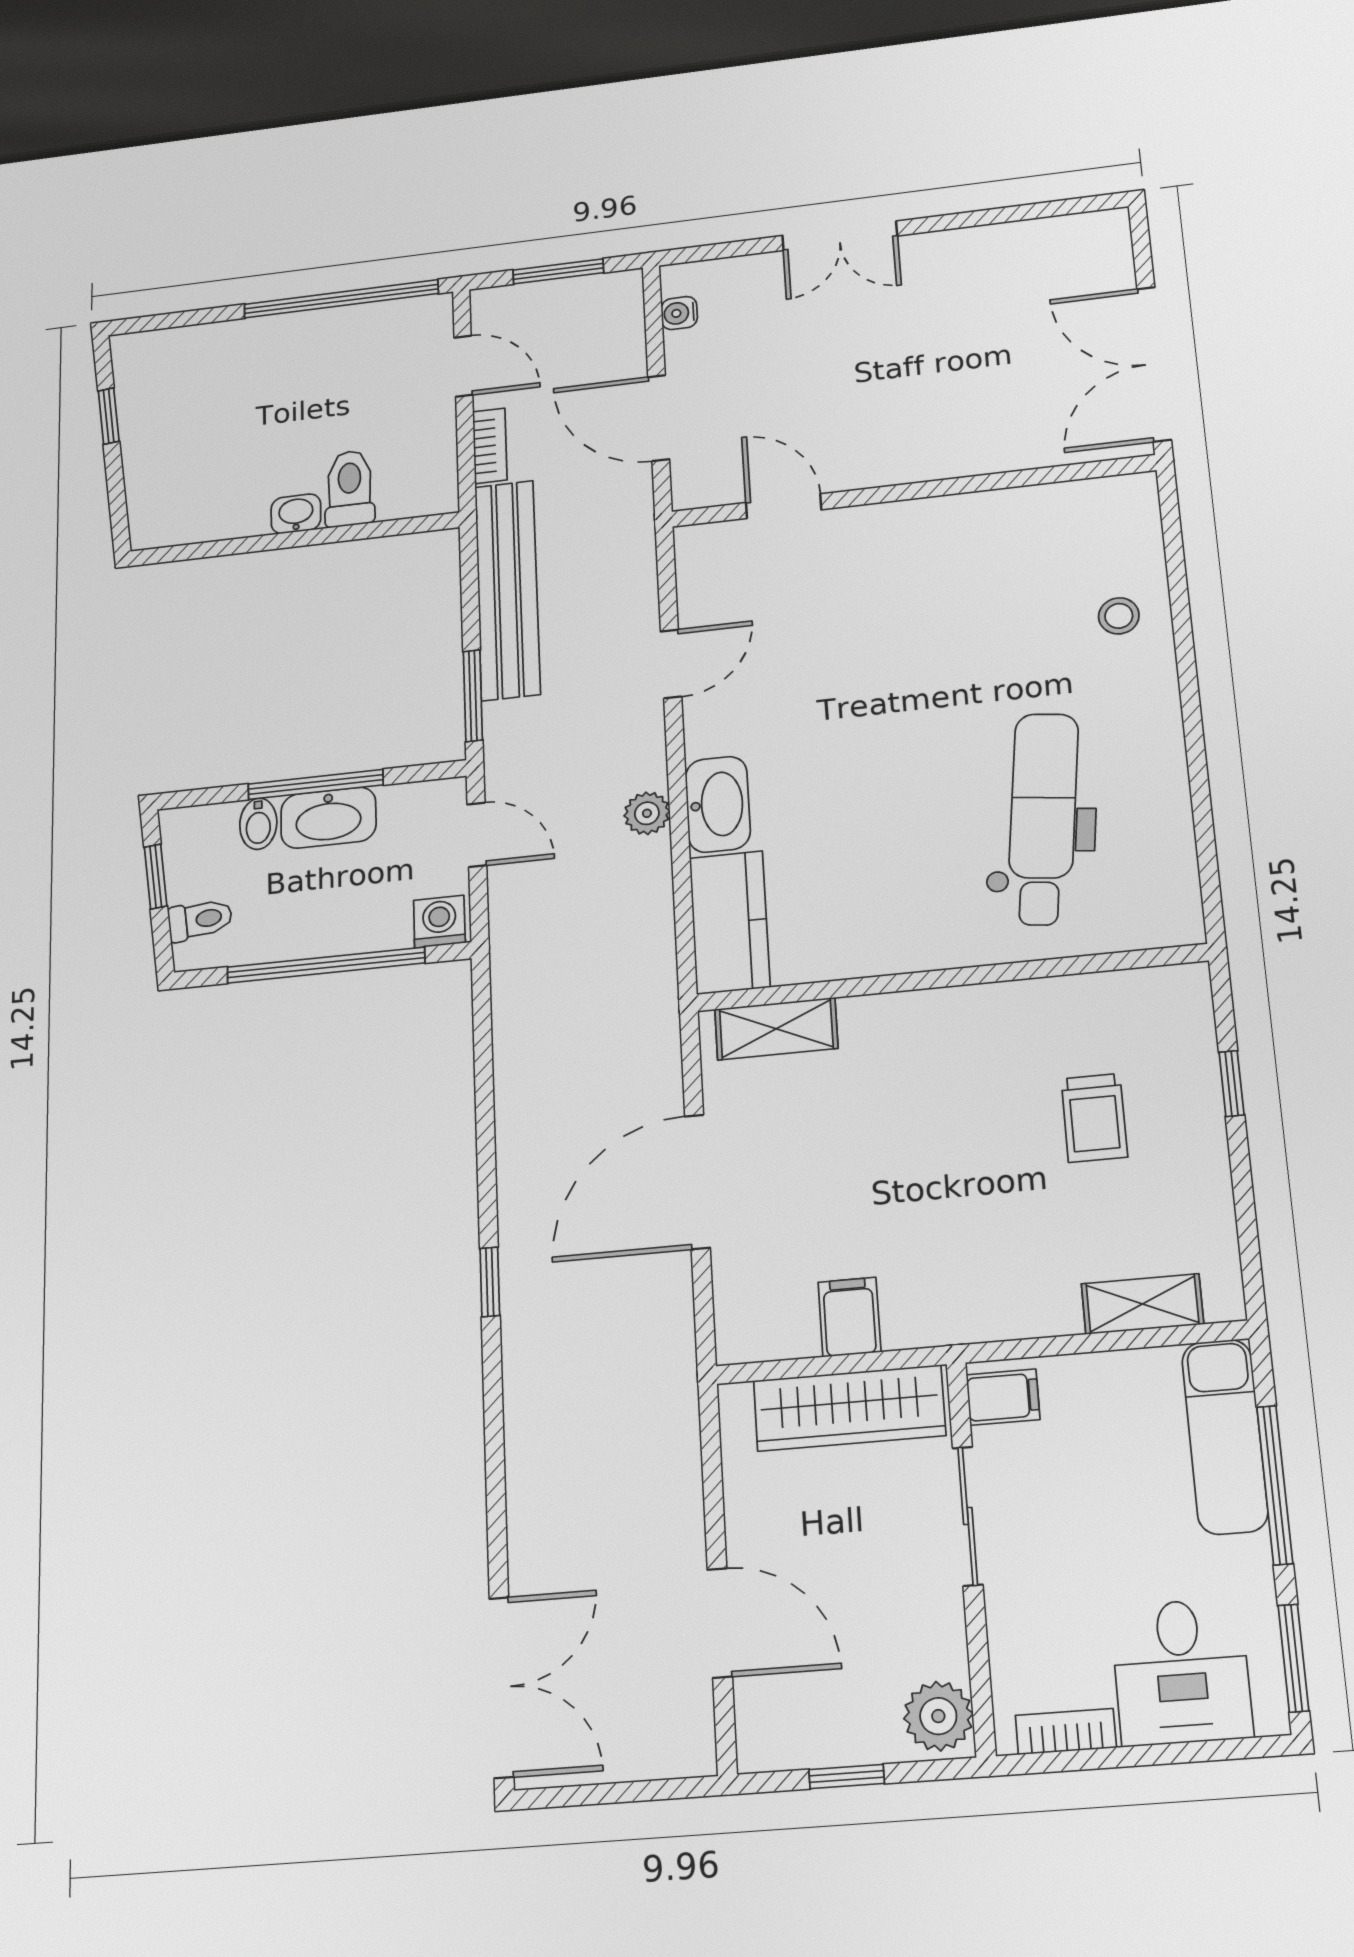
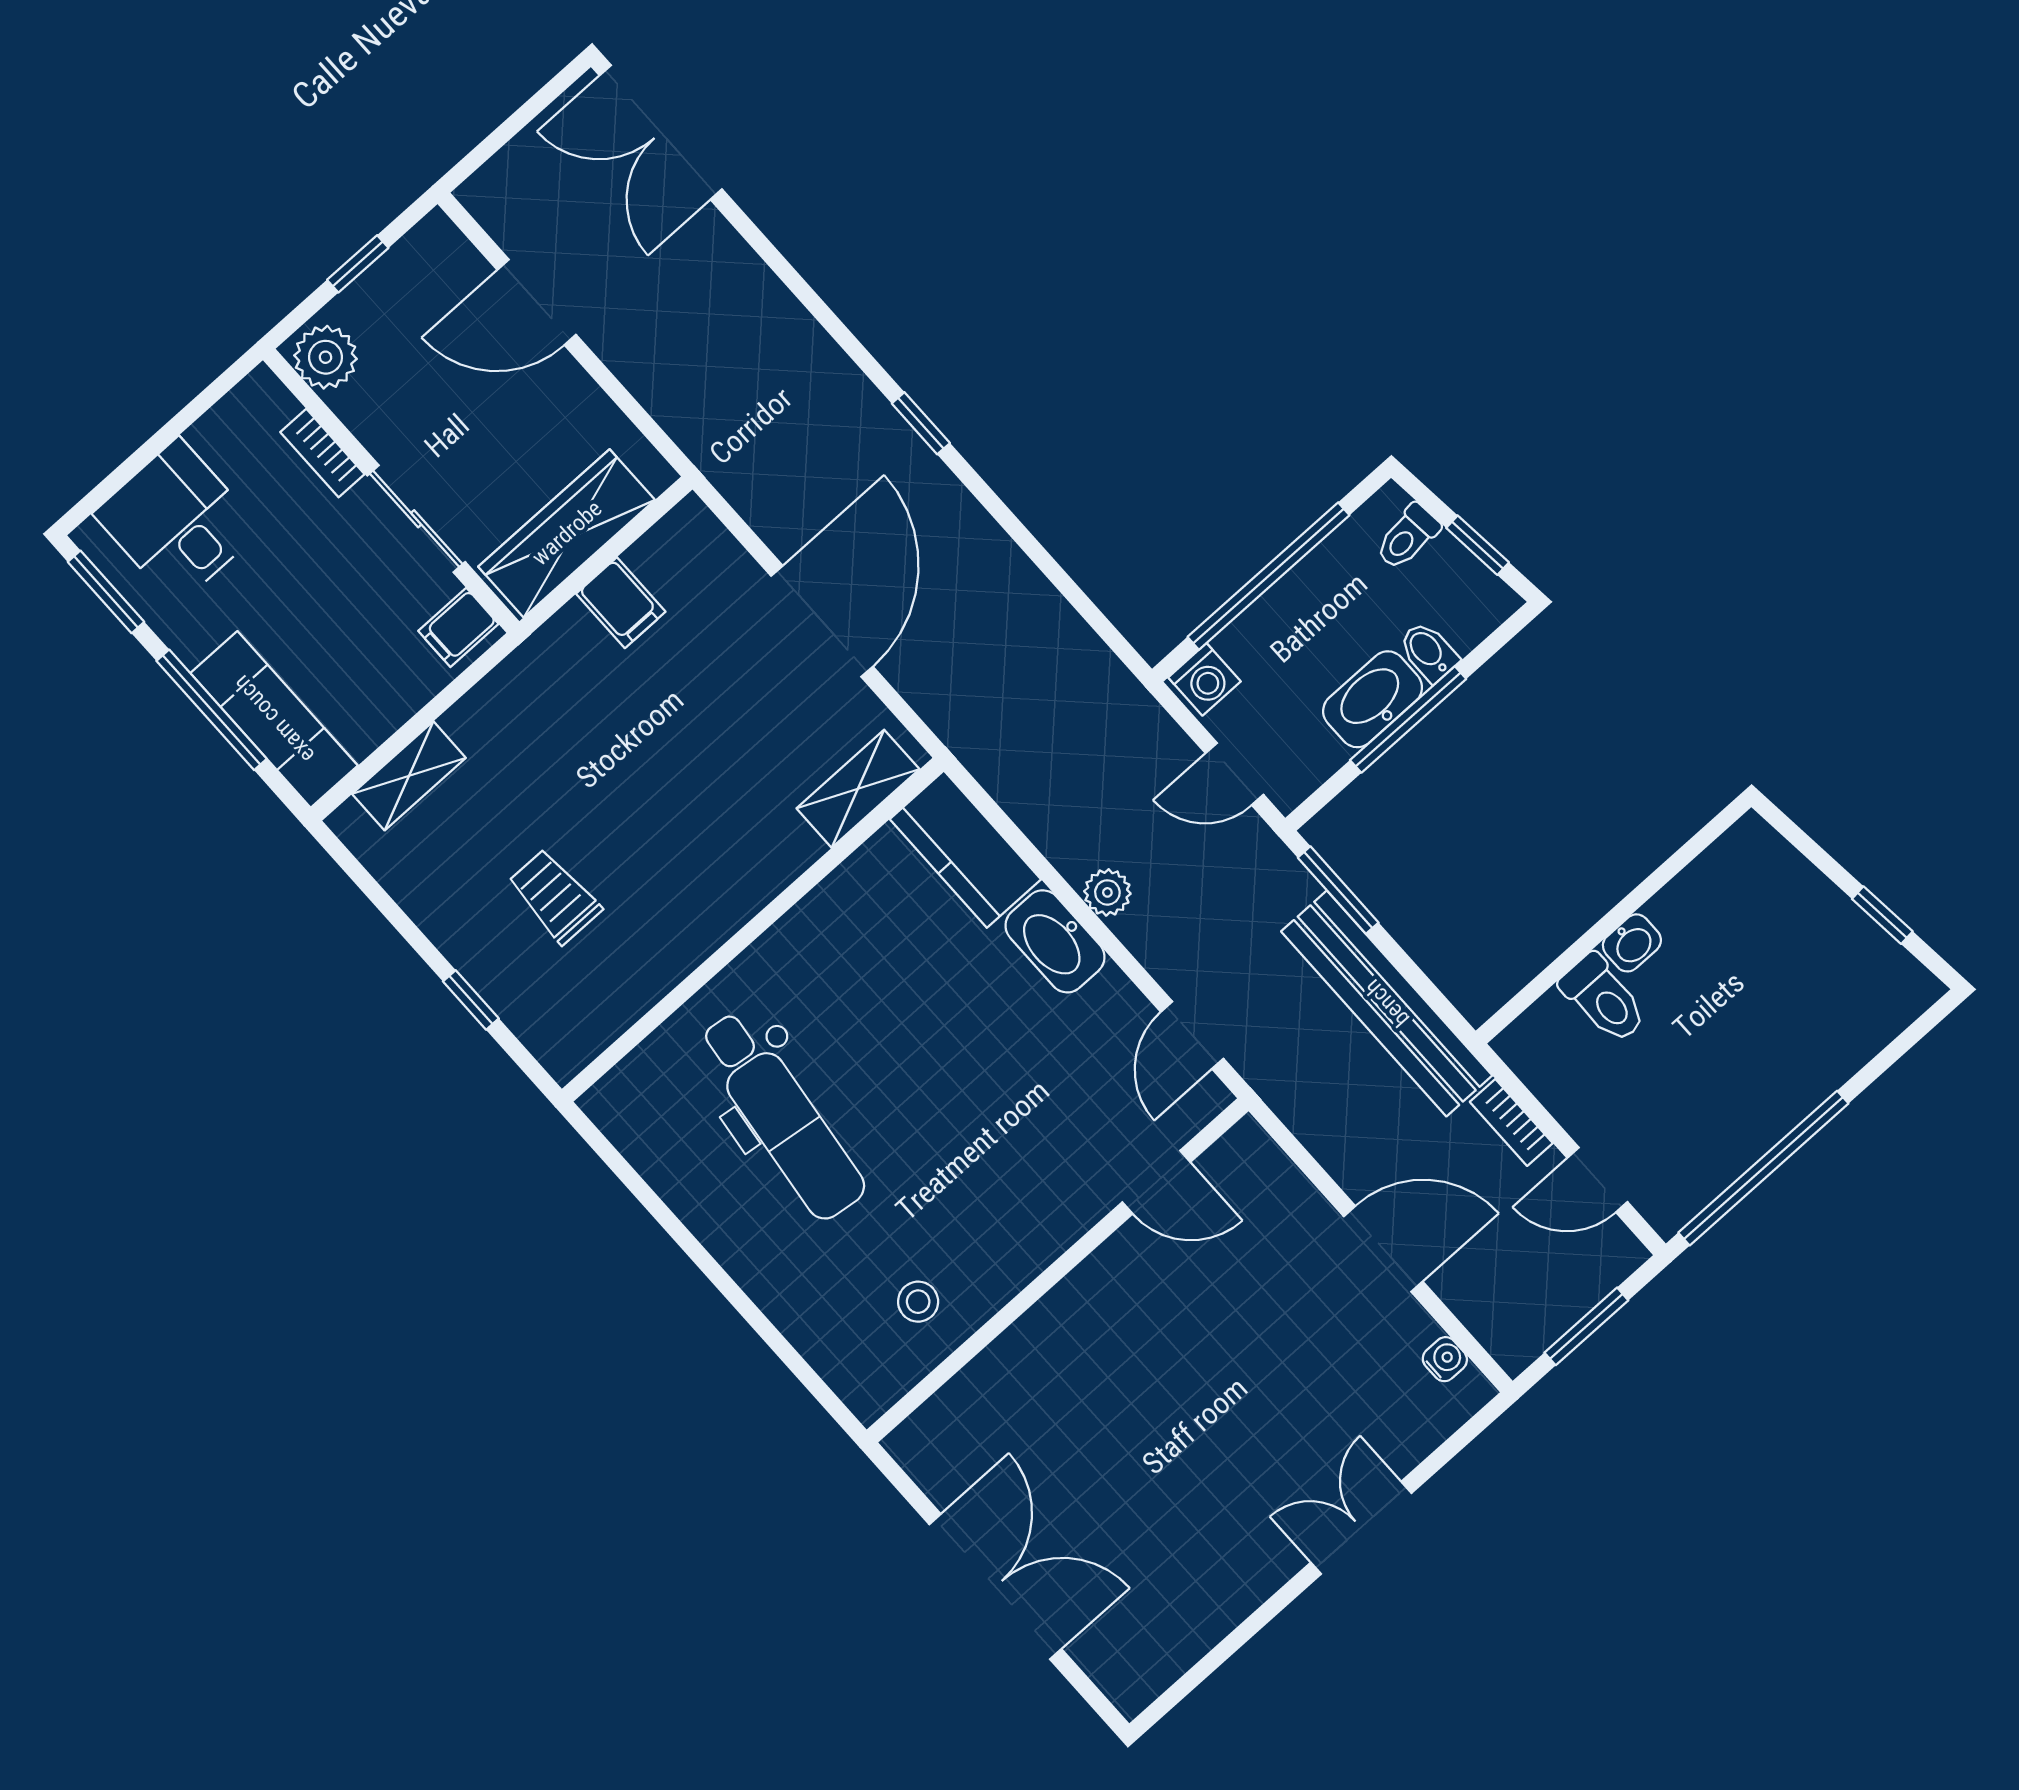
wall: (912, 491) -> (1058, 1270), moved
door: (784, 506) -> (1156, 1182), moved
stool: (1119, 616) -> (918, 1302), moved
bookcase: (1066, 1732) -> (322, 453), moved, turned 90

